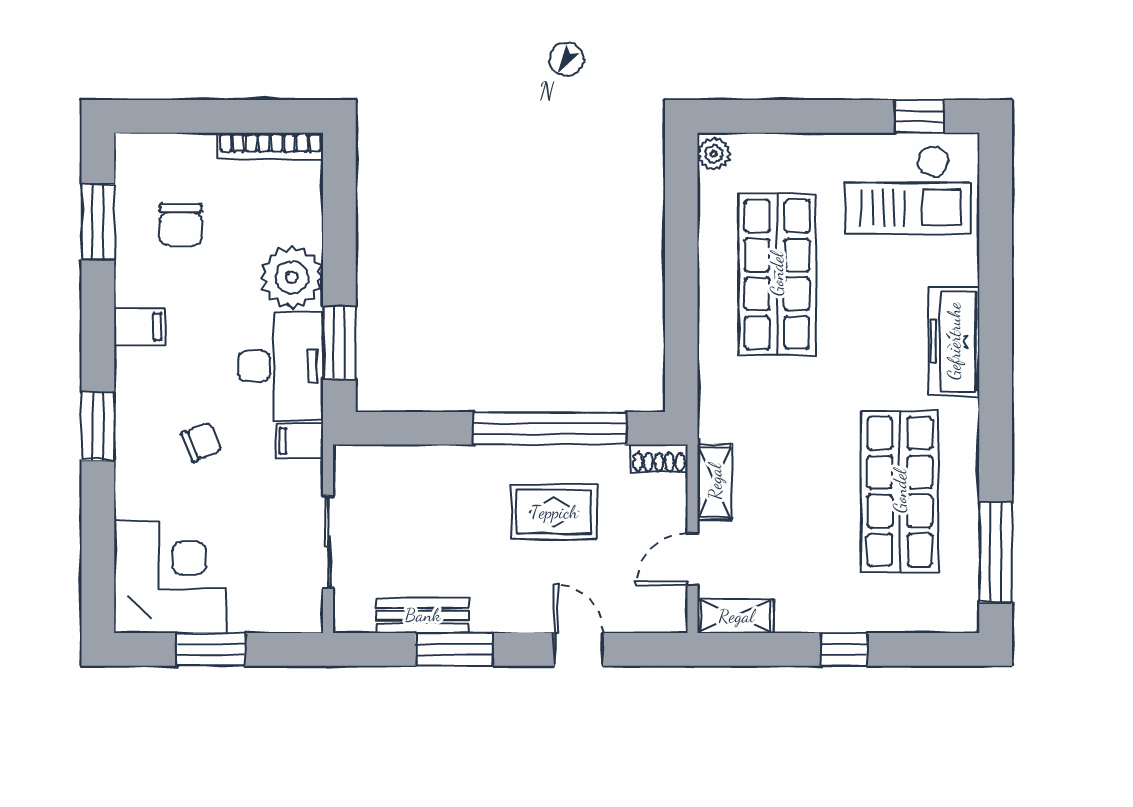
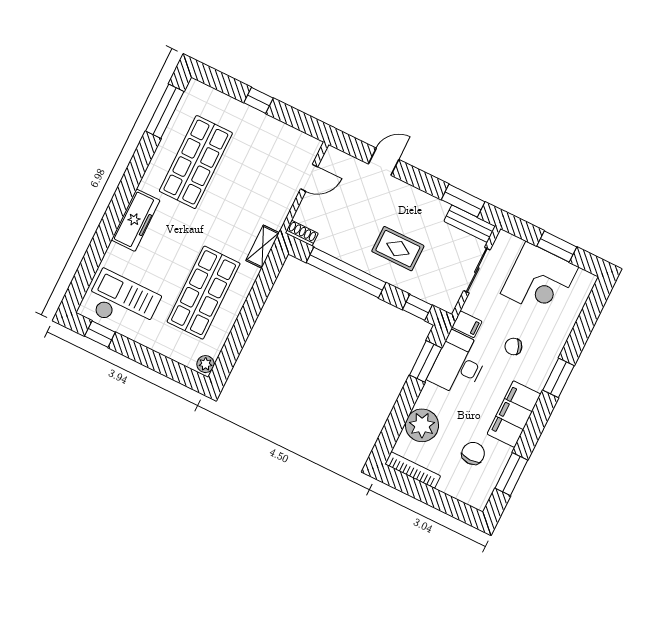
plant: (292, 277) -> (422, 425), moved
filing cabinet: (139, 327) -> (514, 414), width x3.00, depth x1.17
window: (399, 428) -> (417, 307), added
shelving: (715, 482) -> (263, 247), moved
rug: (554, 512) -> (398, 249), moved
corner desk: (170, 577) -> (539, 280), moved, turned -90
bench: (423, 615) -> (470, 224), moved
shelving: (736, 616) -> (302, 141), removed
window: (454, 649) -> (463, 201), moved
door: (579, 649) -> (384, 162), swing flipped

